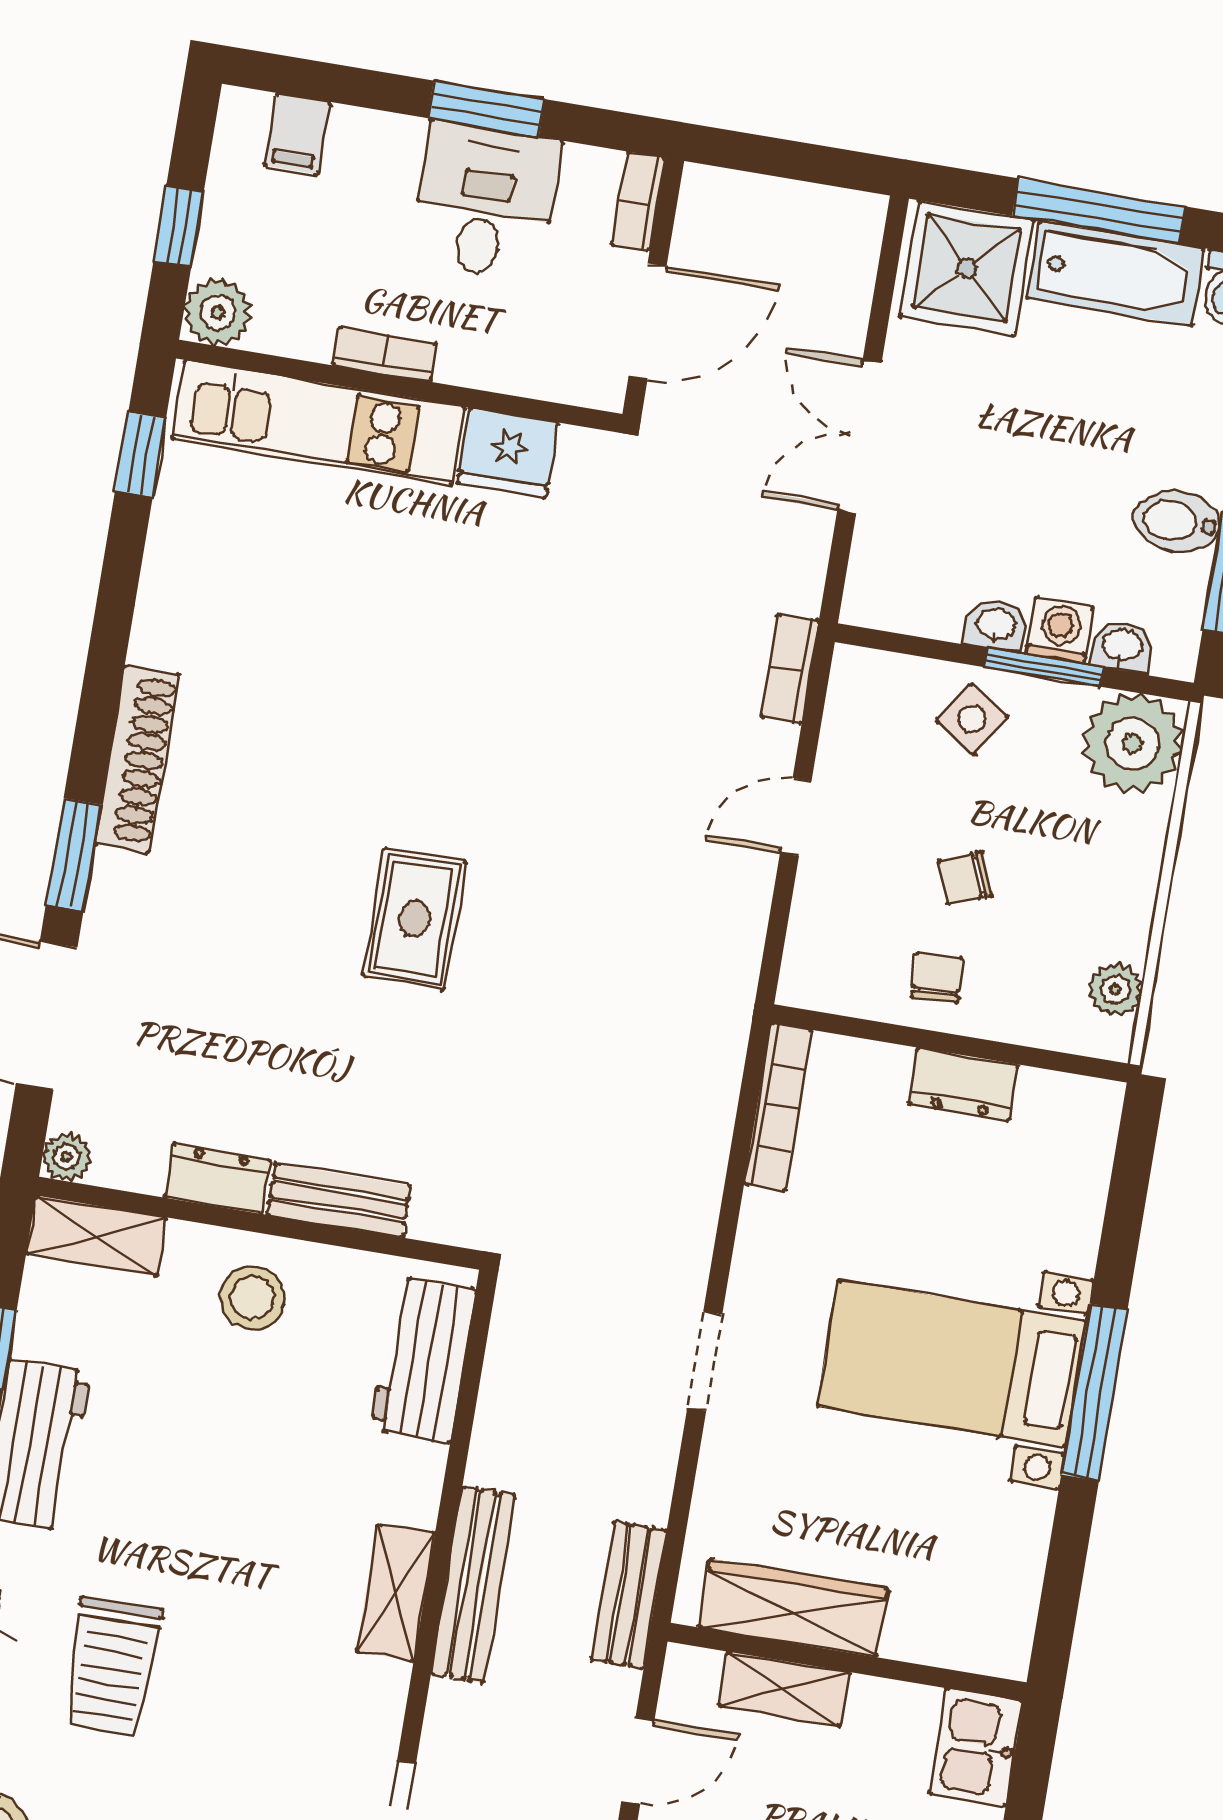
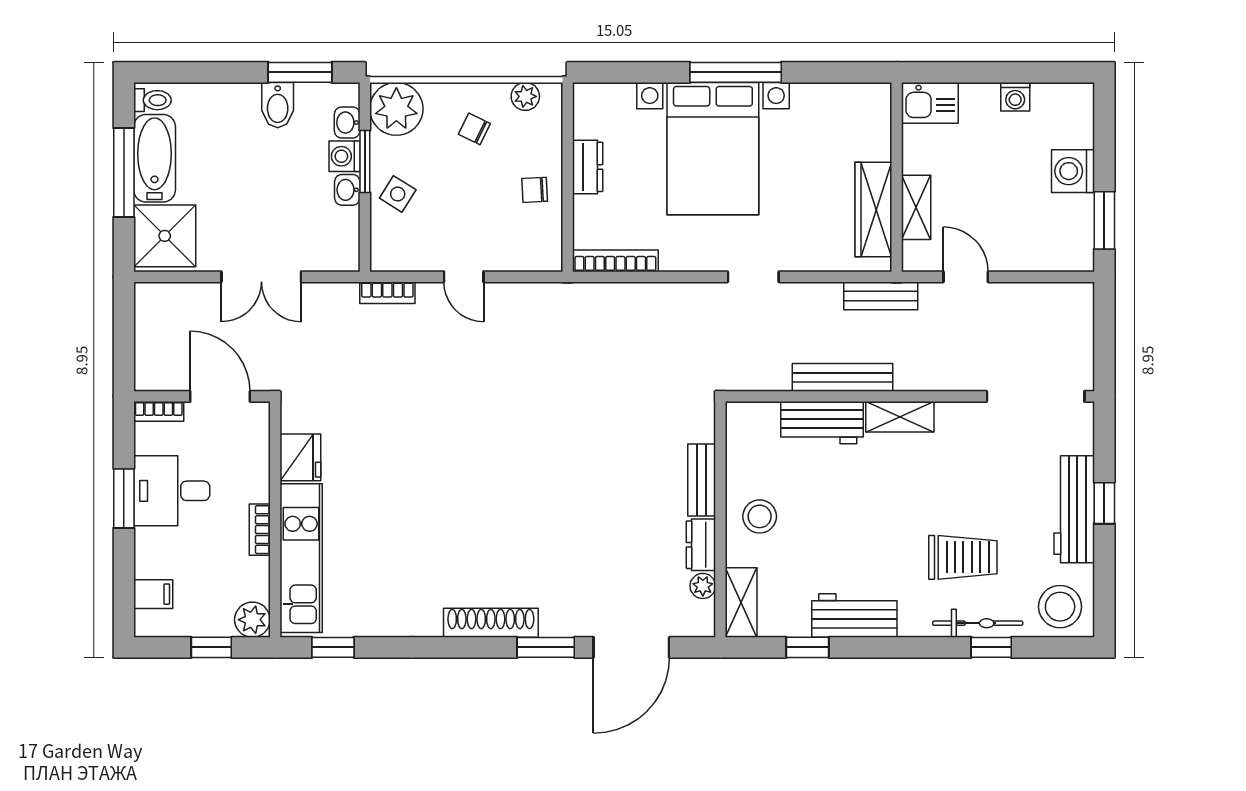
chair: (965, 878) -> (474, 129), moved, turned 137
rug: (414, 919) -> (549, 465), removed
plant: (67, 1157) -> (703, 586), moved
workbench: (423, 1360) -> (822, 423), moved
bed with nightstands: (952, 1364) -> (713, 149), width x1.36
bench: (473, 1584) -> (842, 377), moved

